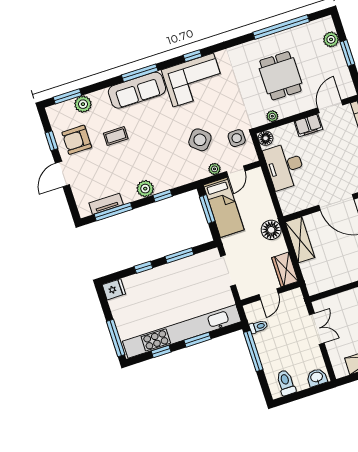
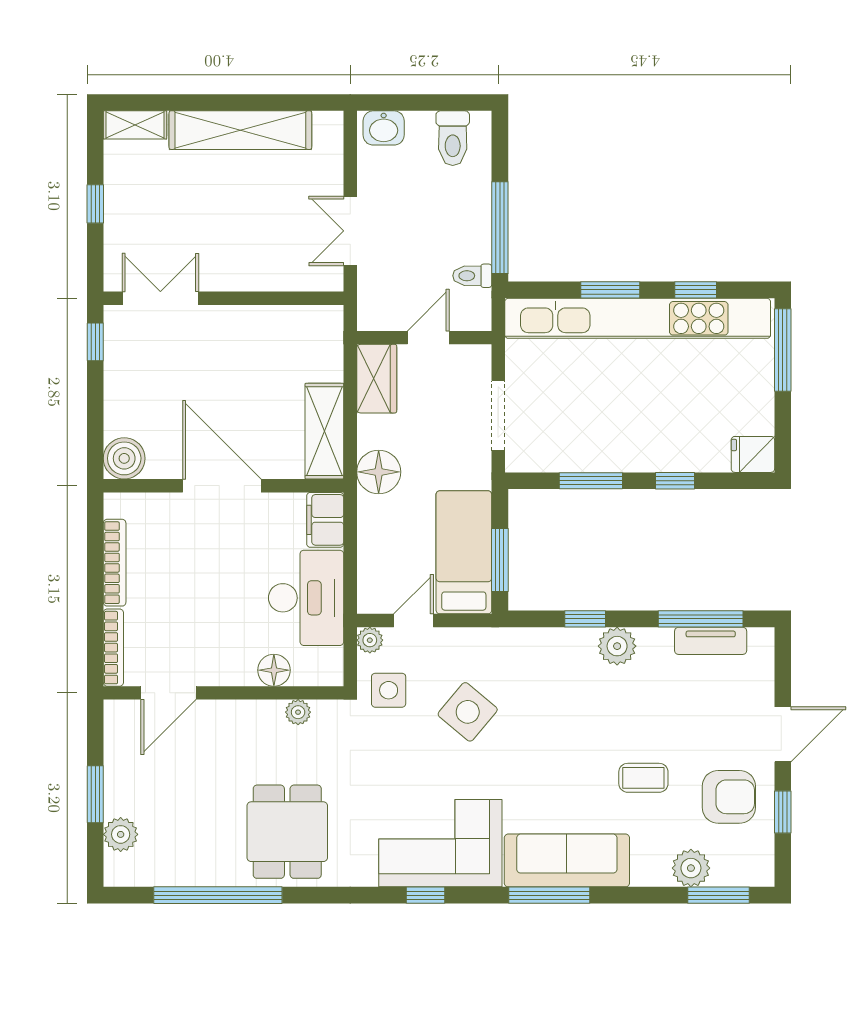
dining table: (280, 76) -> (287, 832), moved
filing cabinet: (308, 125) -> (325, 520), moved, turned -90
floor lamp: (266, 138) -> (274, 670), moved
plant: (214, 169) -> (370, 640), moved

